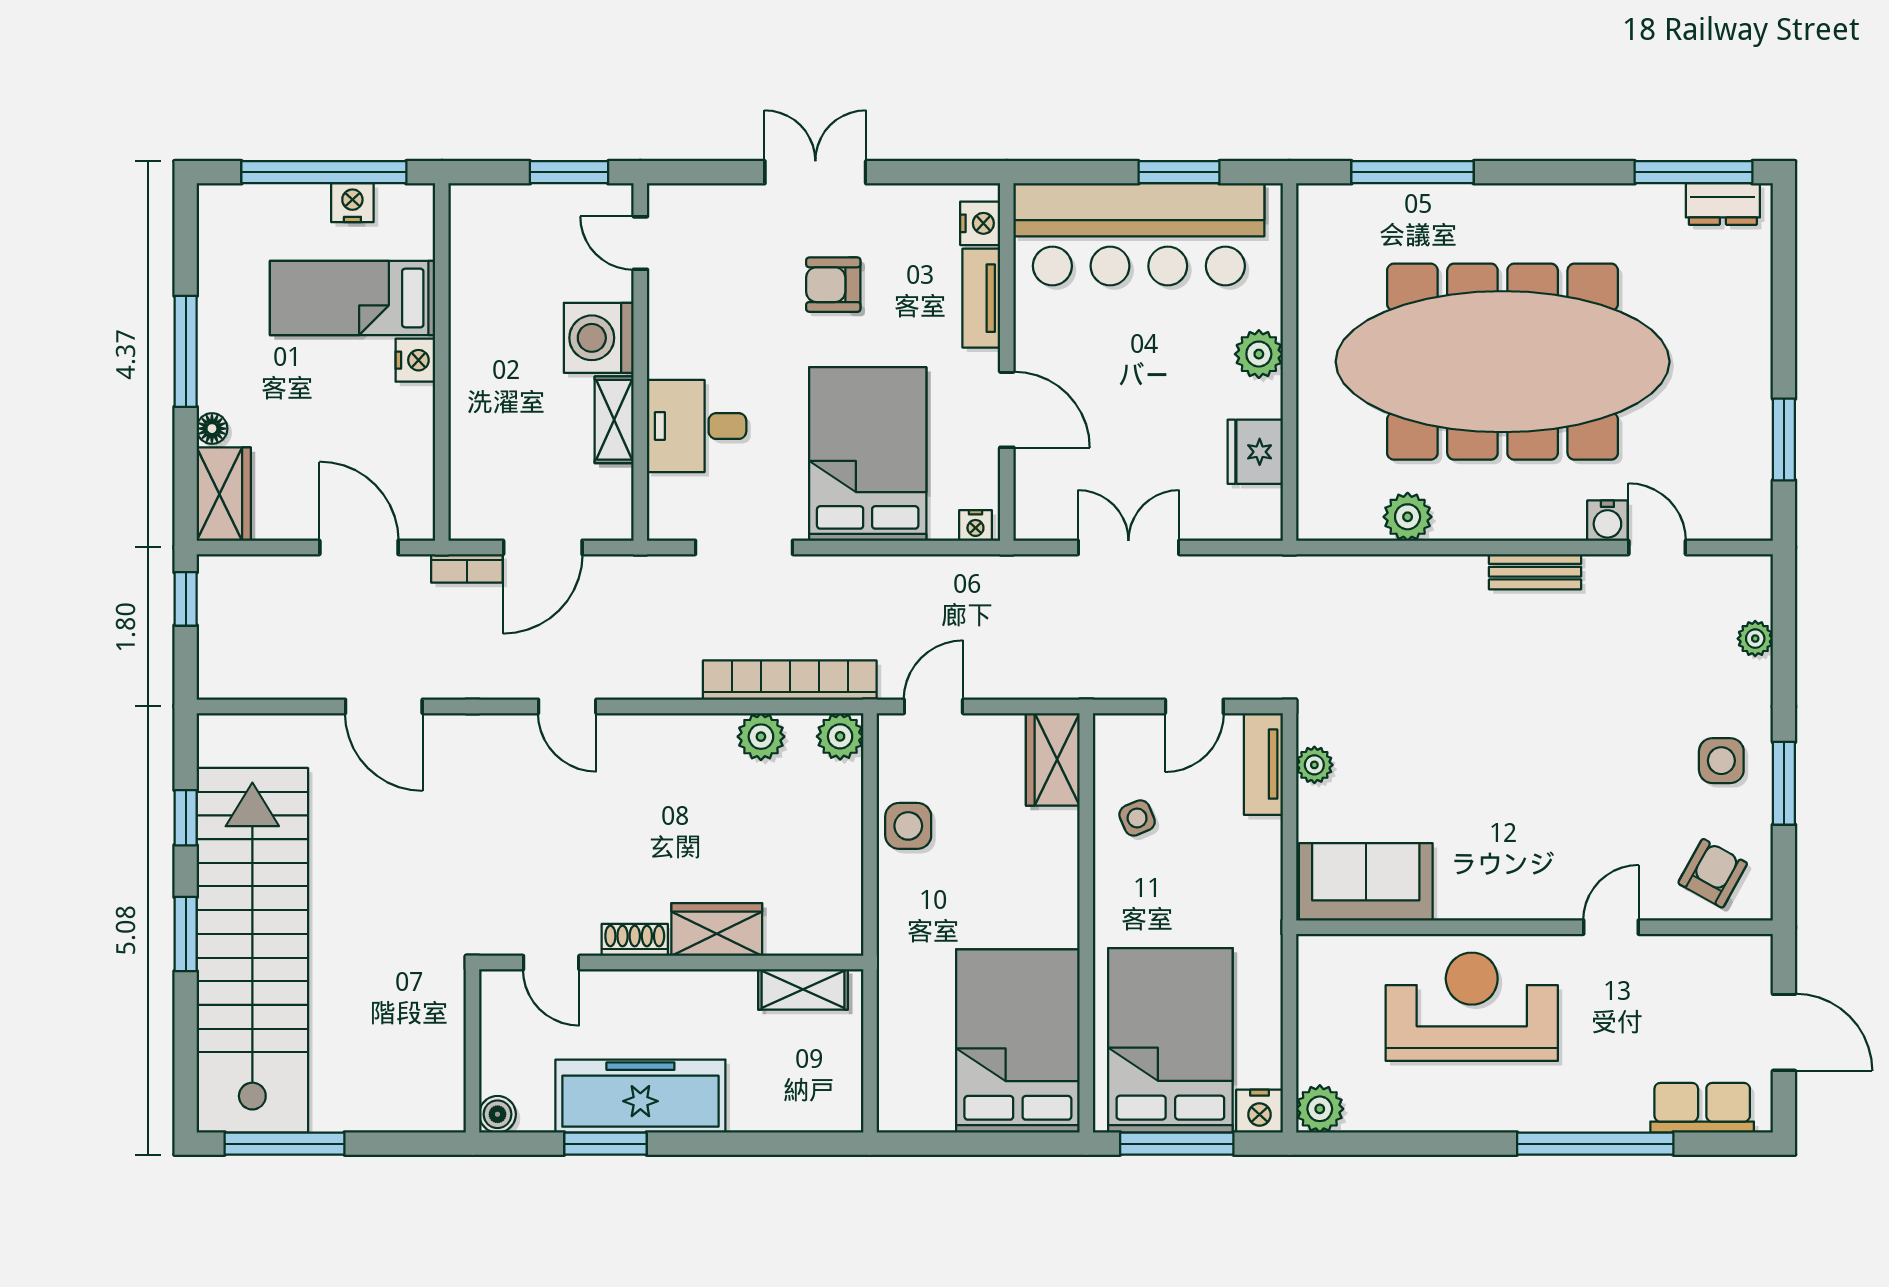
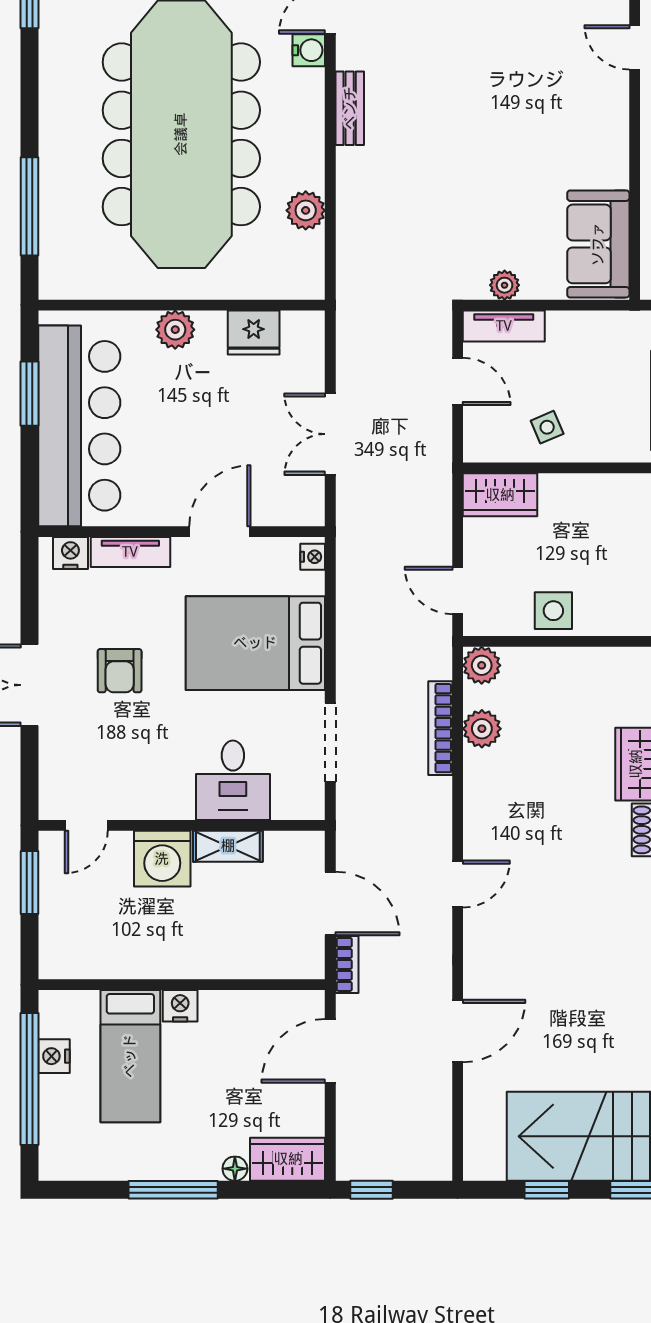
bookcase: (790, 680) -> (440, 728), width x0.68, depth x0.76

